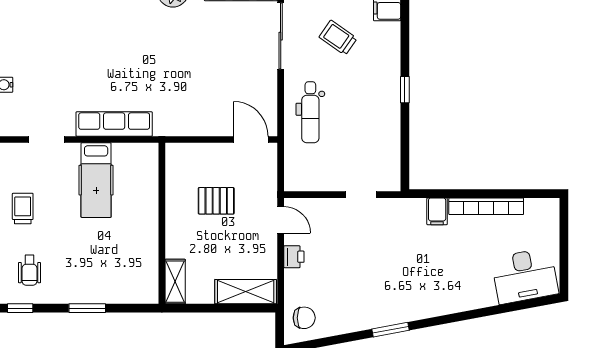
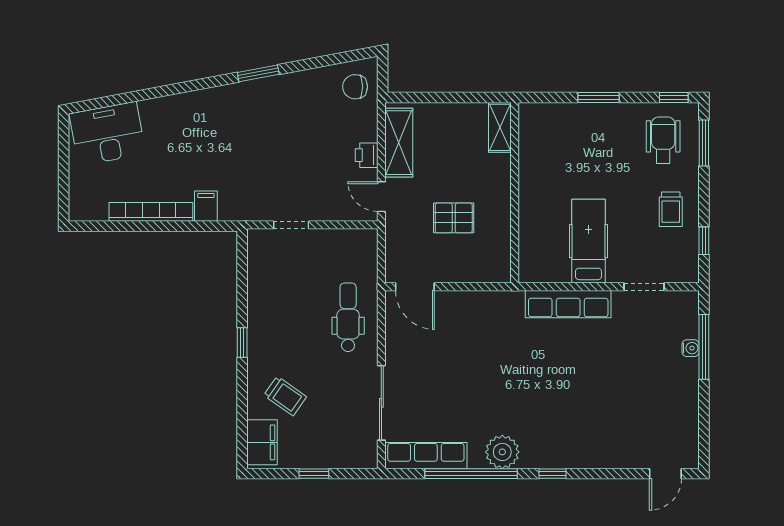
trolley: (338, 38) -> (285, 396), moved
wheelchair: (29, 270) -> (663, 140), width x1.36, depth x1.37
shelving: (246, 292) -> (399, 143), moved, turned 90

